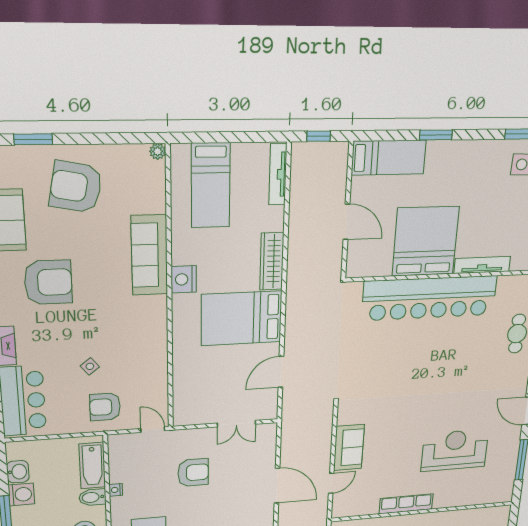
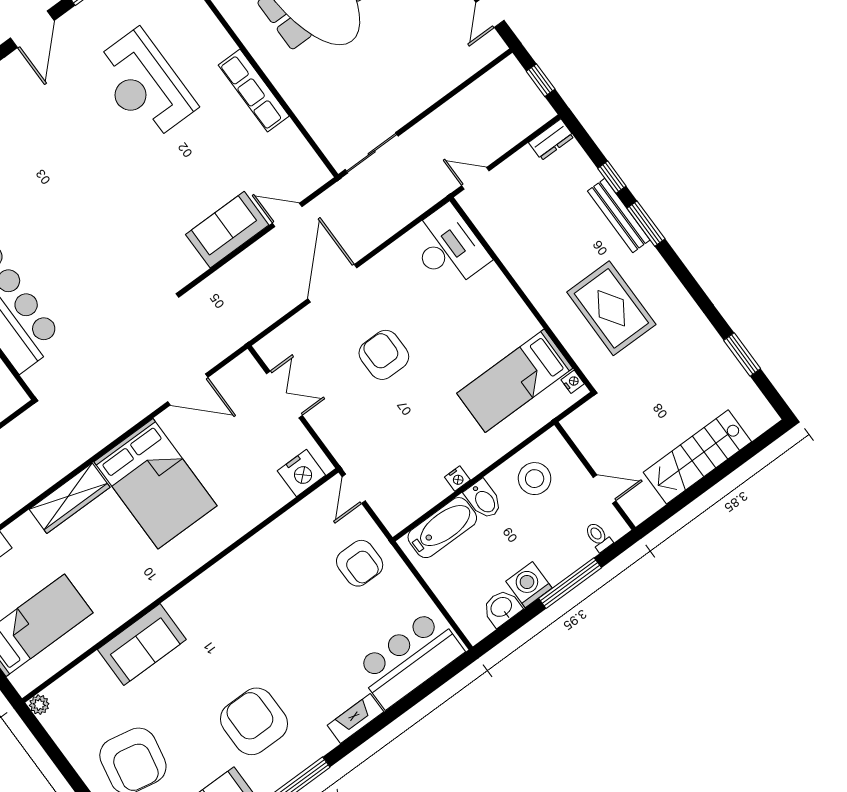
sofa: (149, 255) -> (142, 645), width x0.73
nightstand: (184, 279) -> (301, 473), moved
side table: (90, 366) -> (321, 613), removed
armchair: (193, 473) -> (384, 355), moved

